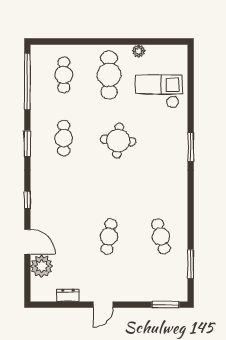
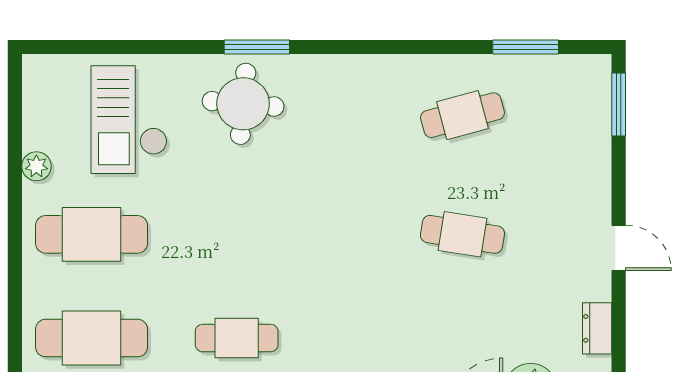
cafe table: (64, 75) -> (92, 338), width x1.37, depth x1.35
round table: (118, 141) -> (243, 104), moved

